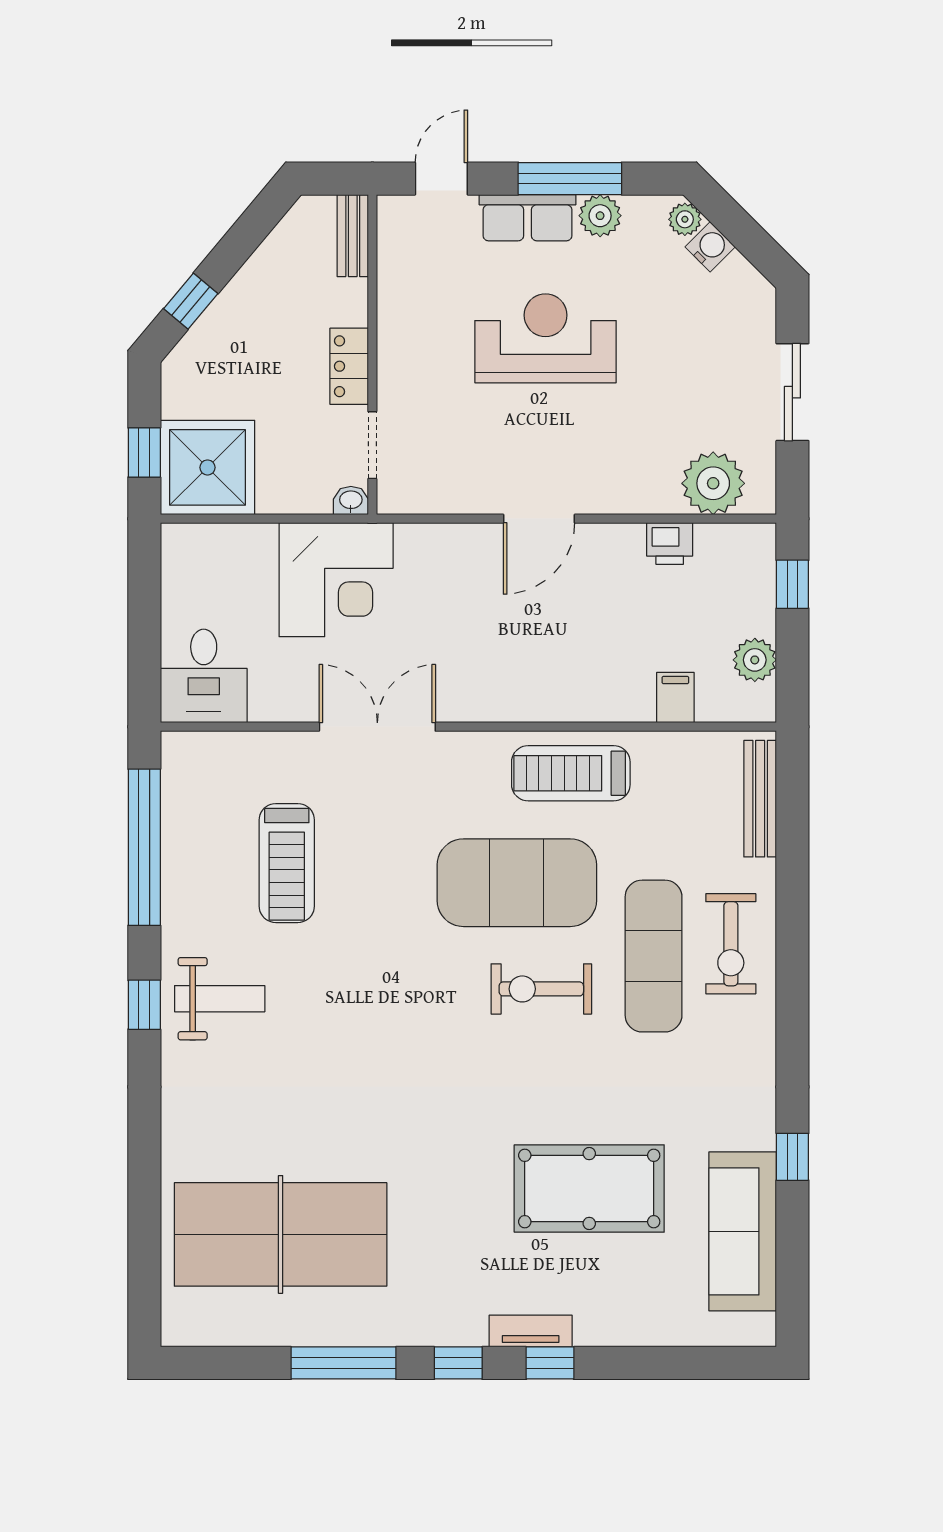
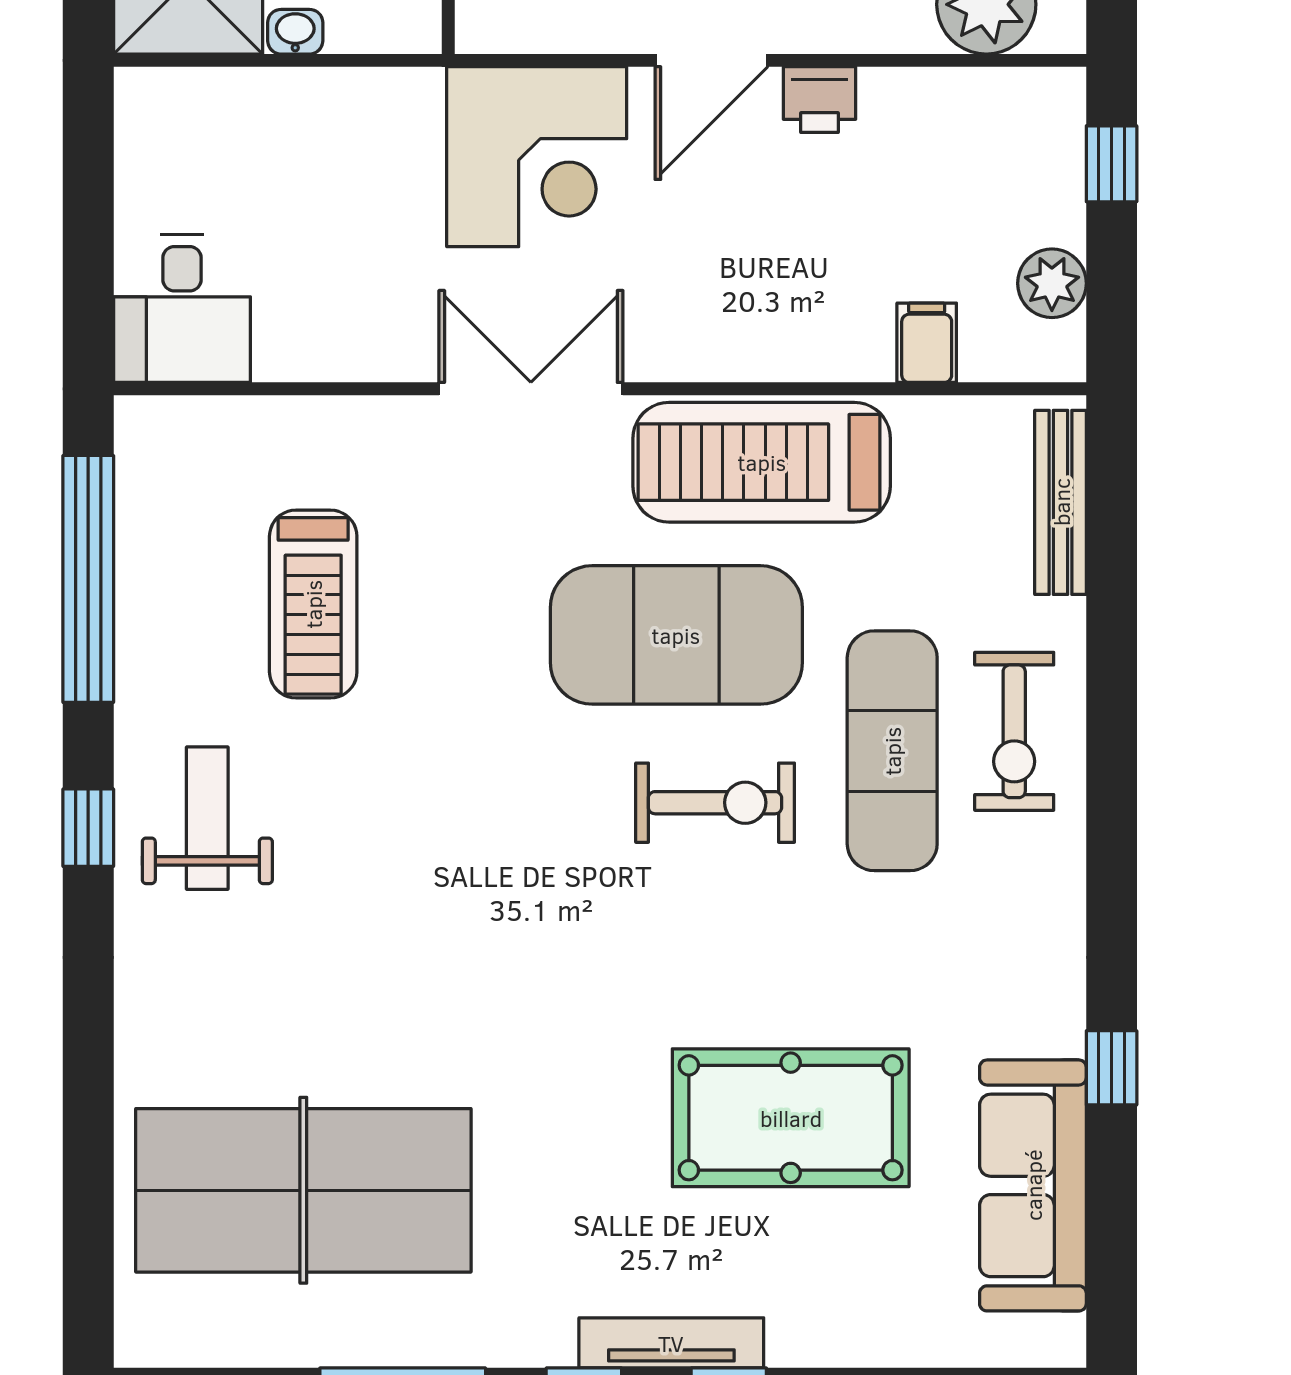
washbasin: (351, 501) -> (295, 32), moved
printer: (670, 544) -> (820, 100), moved
corner desk: (336, 580) -> (537, 157), moved
double door: (377, 727) -> (531, 389), moved
treadmill: (571, 773) -> (762, 462), width x1.37, depth x1.38
exercise bike: (541, 989) -> (715, 803), turned 180
weight bench: (220, 999) -> (207, 818), turned -90
tv unit: (531, 1331) -> (671, 1343), width x1.41

